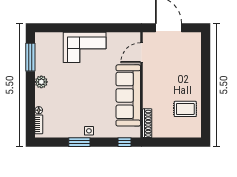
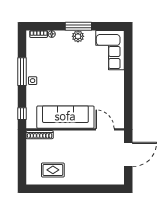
corner sofa: (85, 47) -> (110, 50), moved
window: (30, 57) -> (78, 26), moved
rug: (185, 109) -> (53, 170), turned 90
window: (79, 142) -> (22, 72), width x1.44

